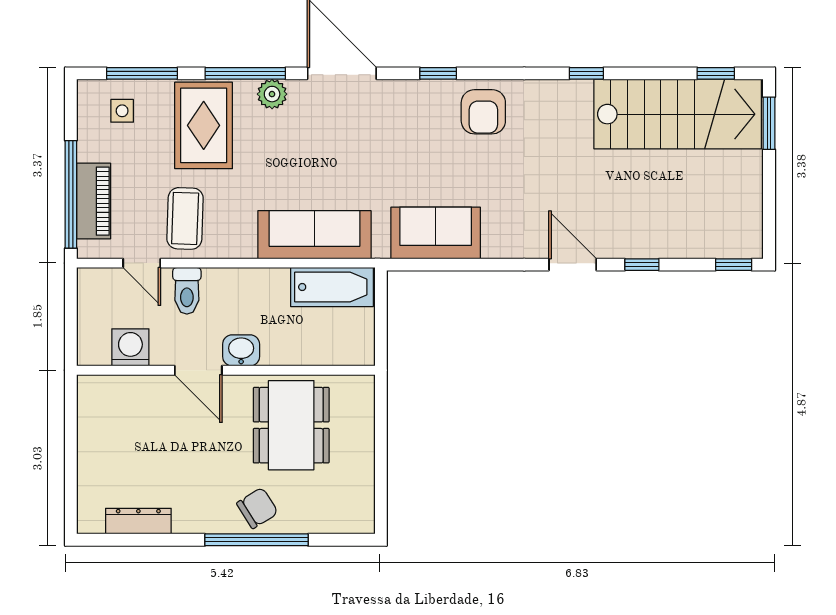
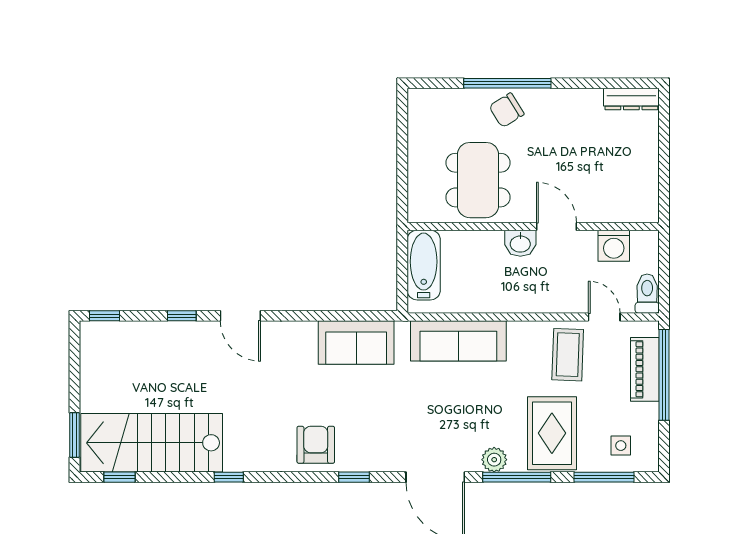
bathtub: (332, 287) -> (424, 265), moved, turned 90
toilet: (187, 291) -> (647, 294), moved
dresser: (138, 521) -> (631, 99), moved

